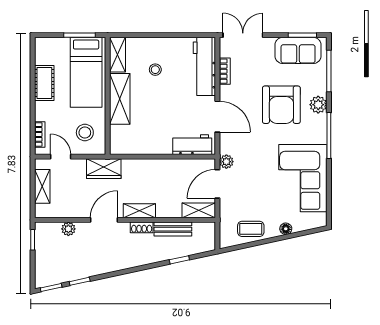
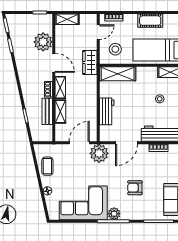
shelving: (120, 99) -> (118, 74), moved
armchair: (281, 105) -> (135, 188), width x0.53, depth x0.53
plant: (318, 105) -> (114, 214), moved
workbench: (192, 145) -> (107, 111), moved
plant: (226, 162) -> (99, 153), width x1.88, depth x1.88
door: (217, 184) -> (79, 143), hinge flipped
shelving: (42, 186) -> (67, 19), moved
shelving: (199, 210) -> (60, 112), moved
plant: (68, 229) -> (43, 42), width x1.87, depth x1.87

